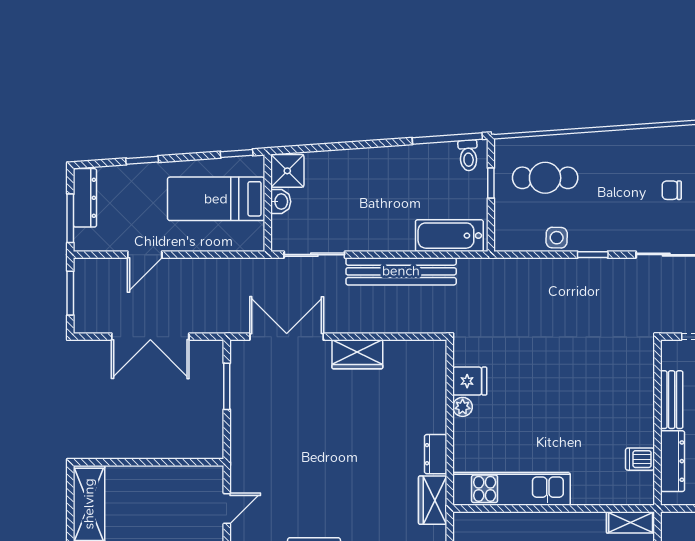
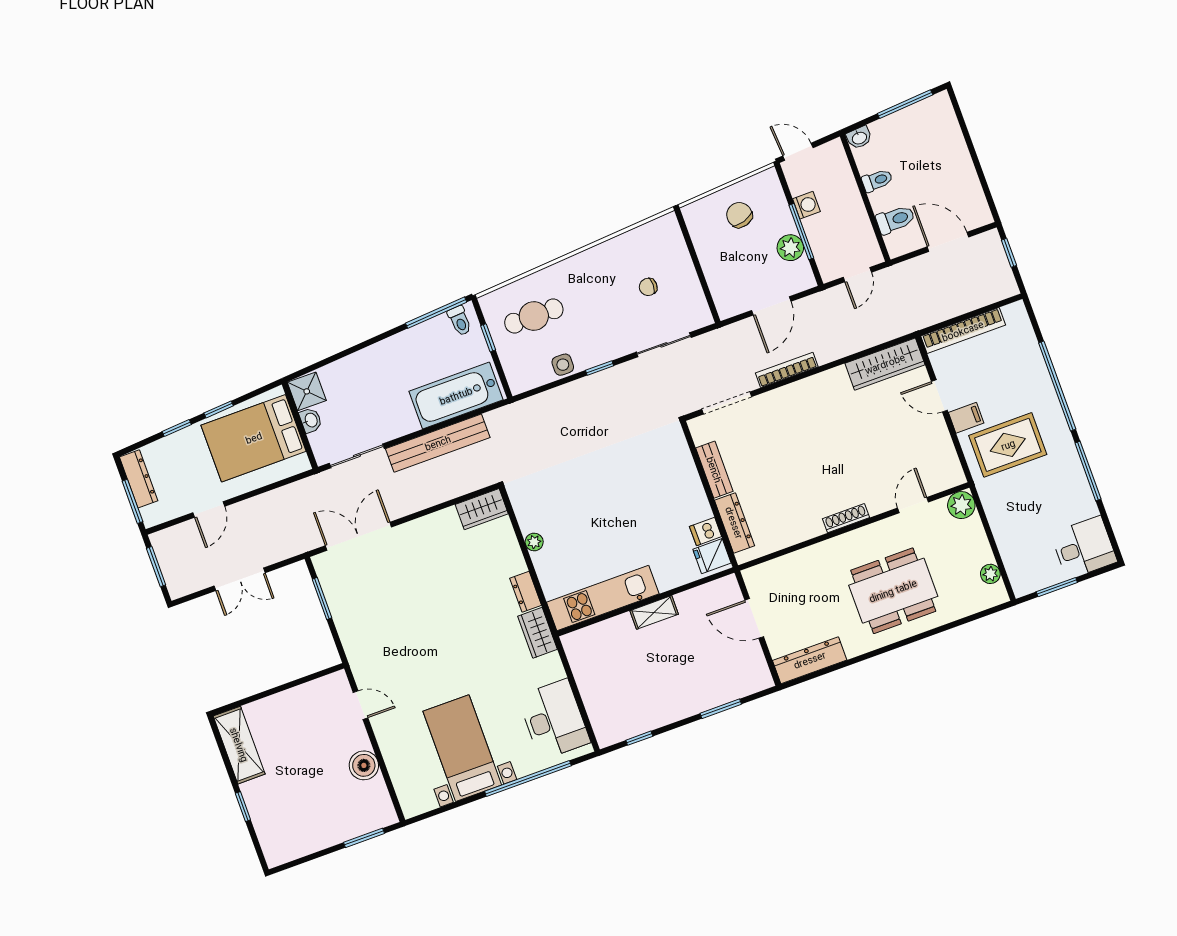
window: (237, 154) -> (219, 409), moved
bed: (216, 199) -> (254, 438), width x1.50
bathtub: (449, 236) -> (456, 396), width x1.36, depth x1.36
double door: (150, 337) -> (240, 579), width x0.73
wardrobe: (357, 354) -> (482, 509), moved
fridge: (470, 381) -> (712, 556), moved, turned 180
door: (227, 509) -> (361, 705), hinge flipped
shelving: (631, 522) -> (654, 612), moved

